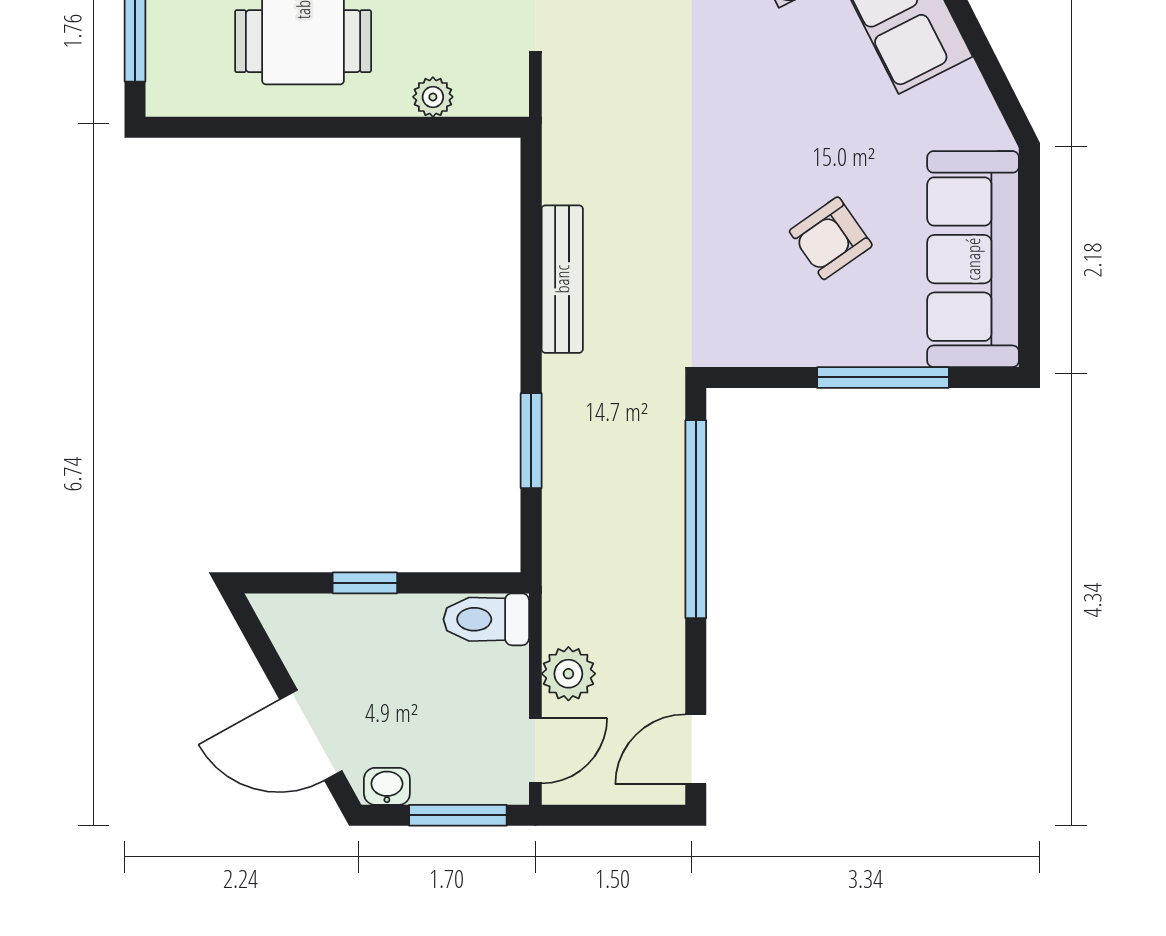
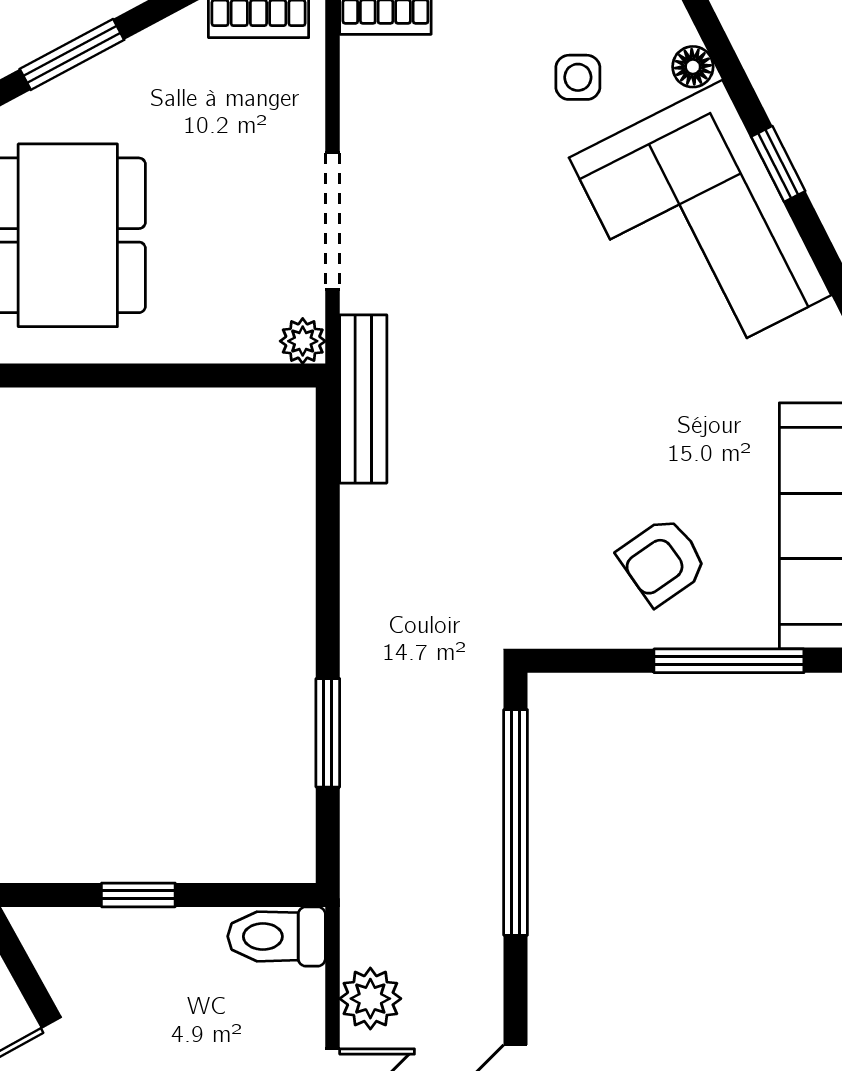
plant: (433, 97) -> (303, 341), moved
armchair: (831, 238) -> (662, 561), moved
bench: (562, 279) -> (363, 399), moved

